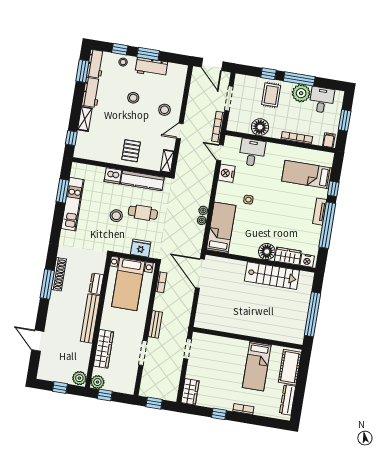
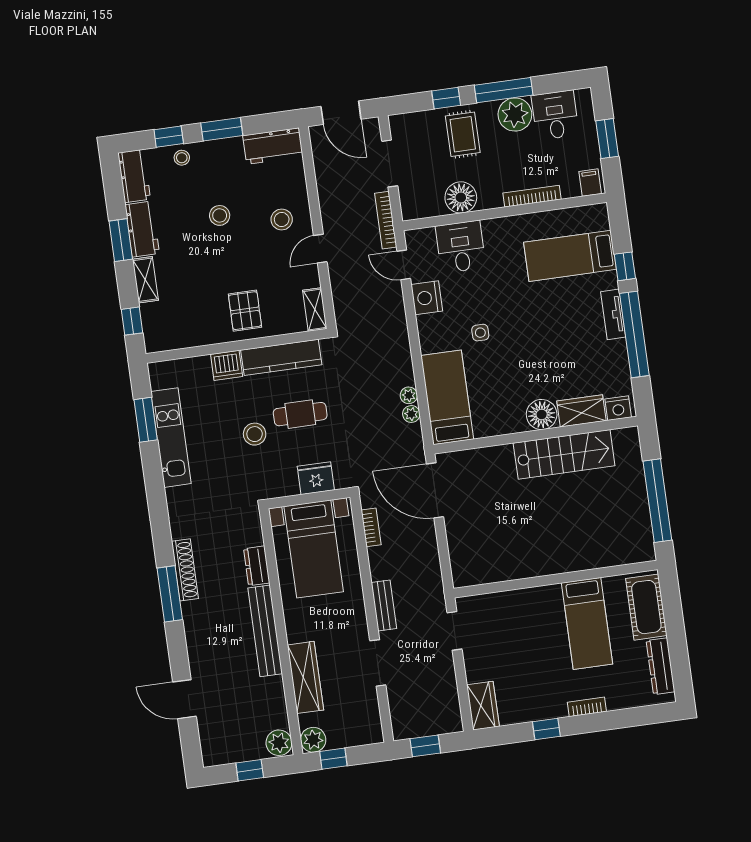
workbench: (151, 67) -> (273, 146), moved
window: (82, 71) -> (121, 240), moved
plant: (203, 210) -> (411, 414), moved

